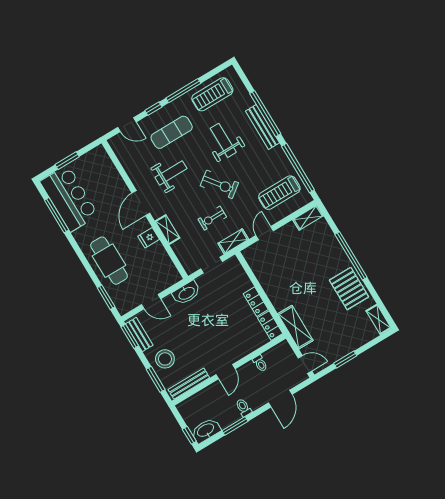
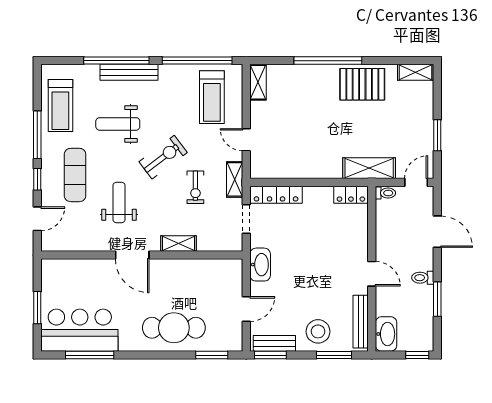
fridge: (149, 238) -> (175, 270), removed
locker: (256, 302) -> (276, 195), moved, width x1.53
toilet: (260, 363) -> (385, 193), moved
washbasin: (206, 430) -> (386, 334), moved, turned 180

